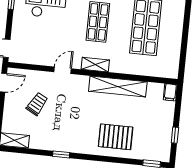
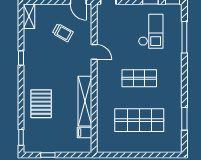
shelving: (95, 65) -> (102, 80), removed
filing cabinet: (170, 92) -> (85, 133), moved

